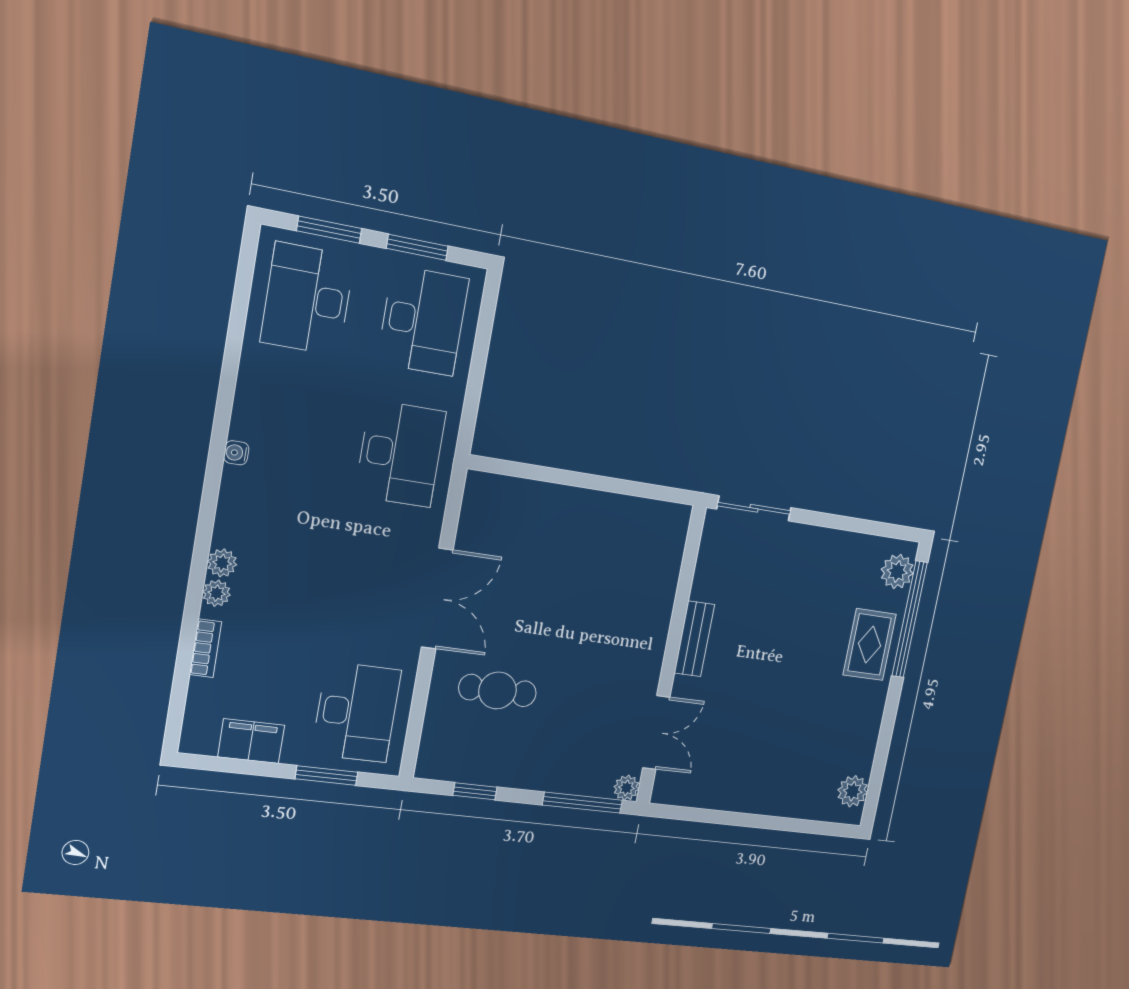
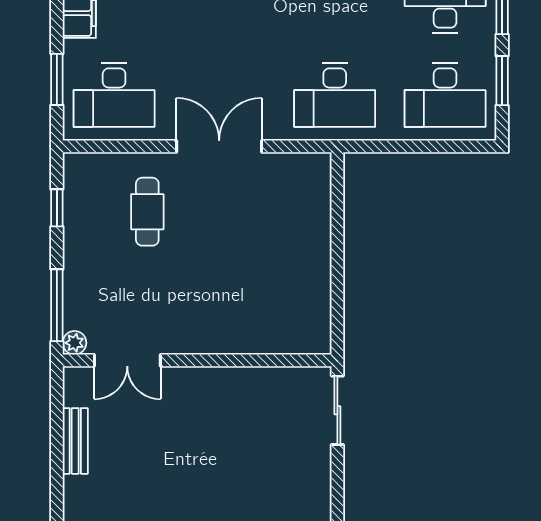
double door: (437, 599) -> (219, 146), swing flipped
bench: (694, 639) -> (75, 441), moved, turned 90

